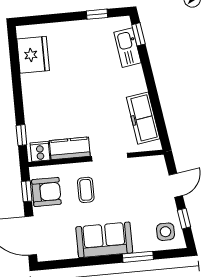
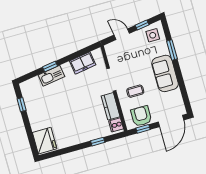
window: (139, 34) -> (50, 67), moved
kitchen sink: (127, 48) -> (51, 76), moved
fridge: (33, 55) -> (45, 141), moved, turned 90
freezer: (143, 118) -> (83, 63), width x0.71
window: (21, 135) -> (98, 142), moved

